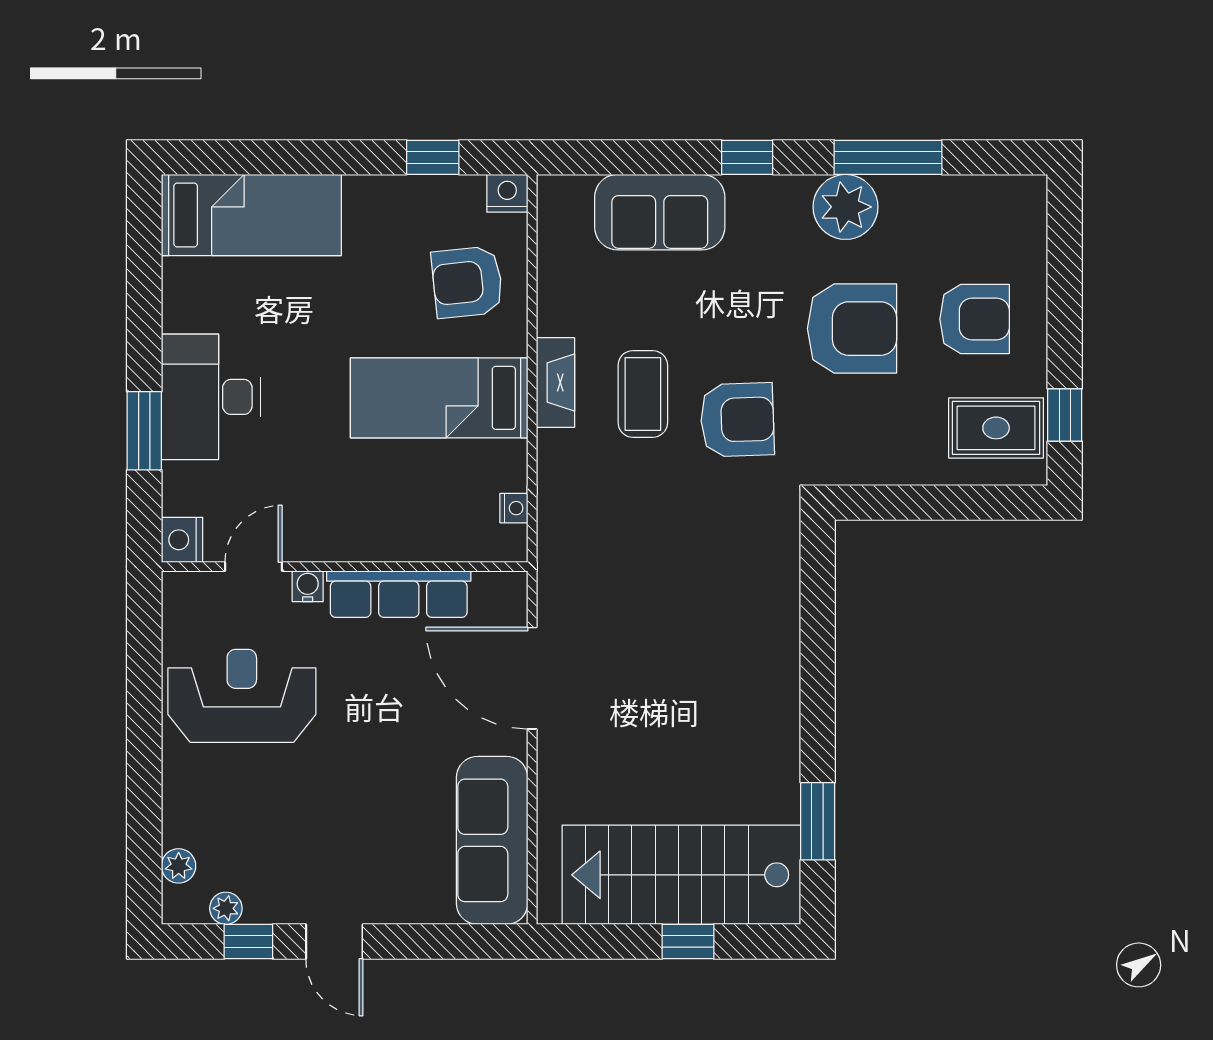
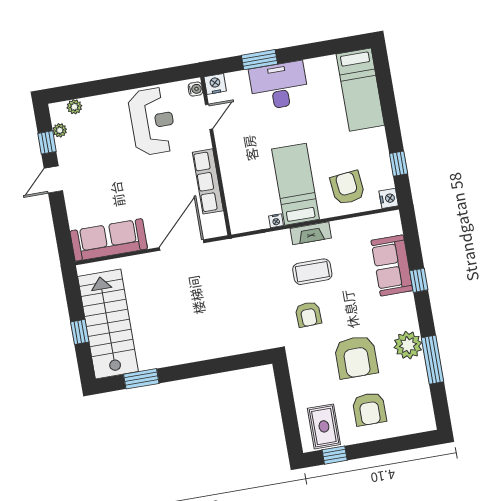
window: (747, 157) -> (419, 280), moved
armchair: (737, 420) -> (308, 314), width x0.72, depth x0.72
nightstand: (514, 508) -> (276, 221), moved
door: (253, 567) -> (209, 117), hinge flipped
water cooler: (308, 586) -> (195, 89), moved

